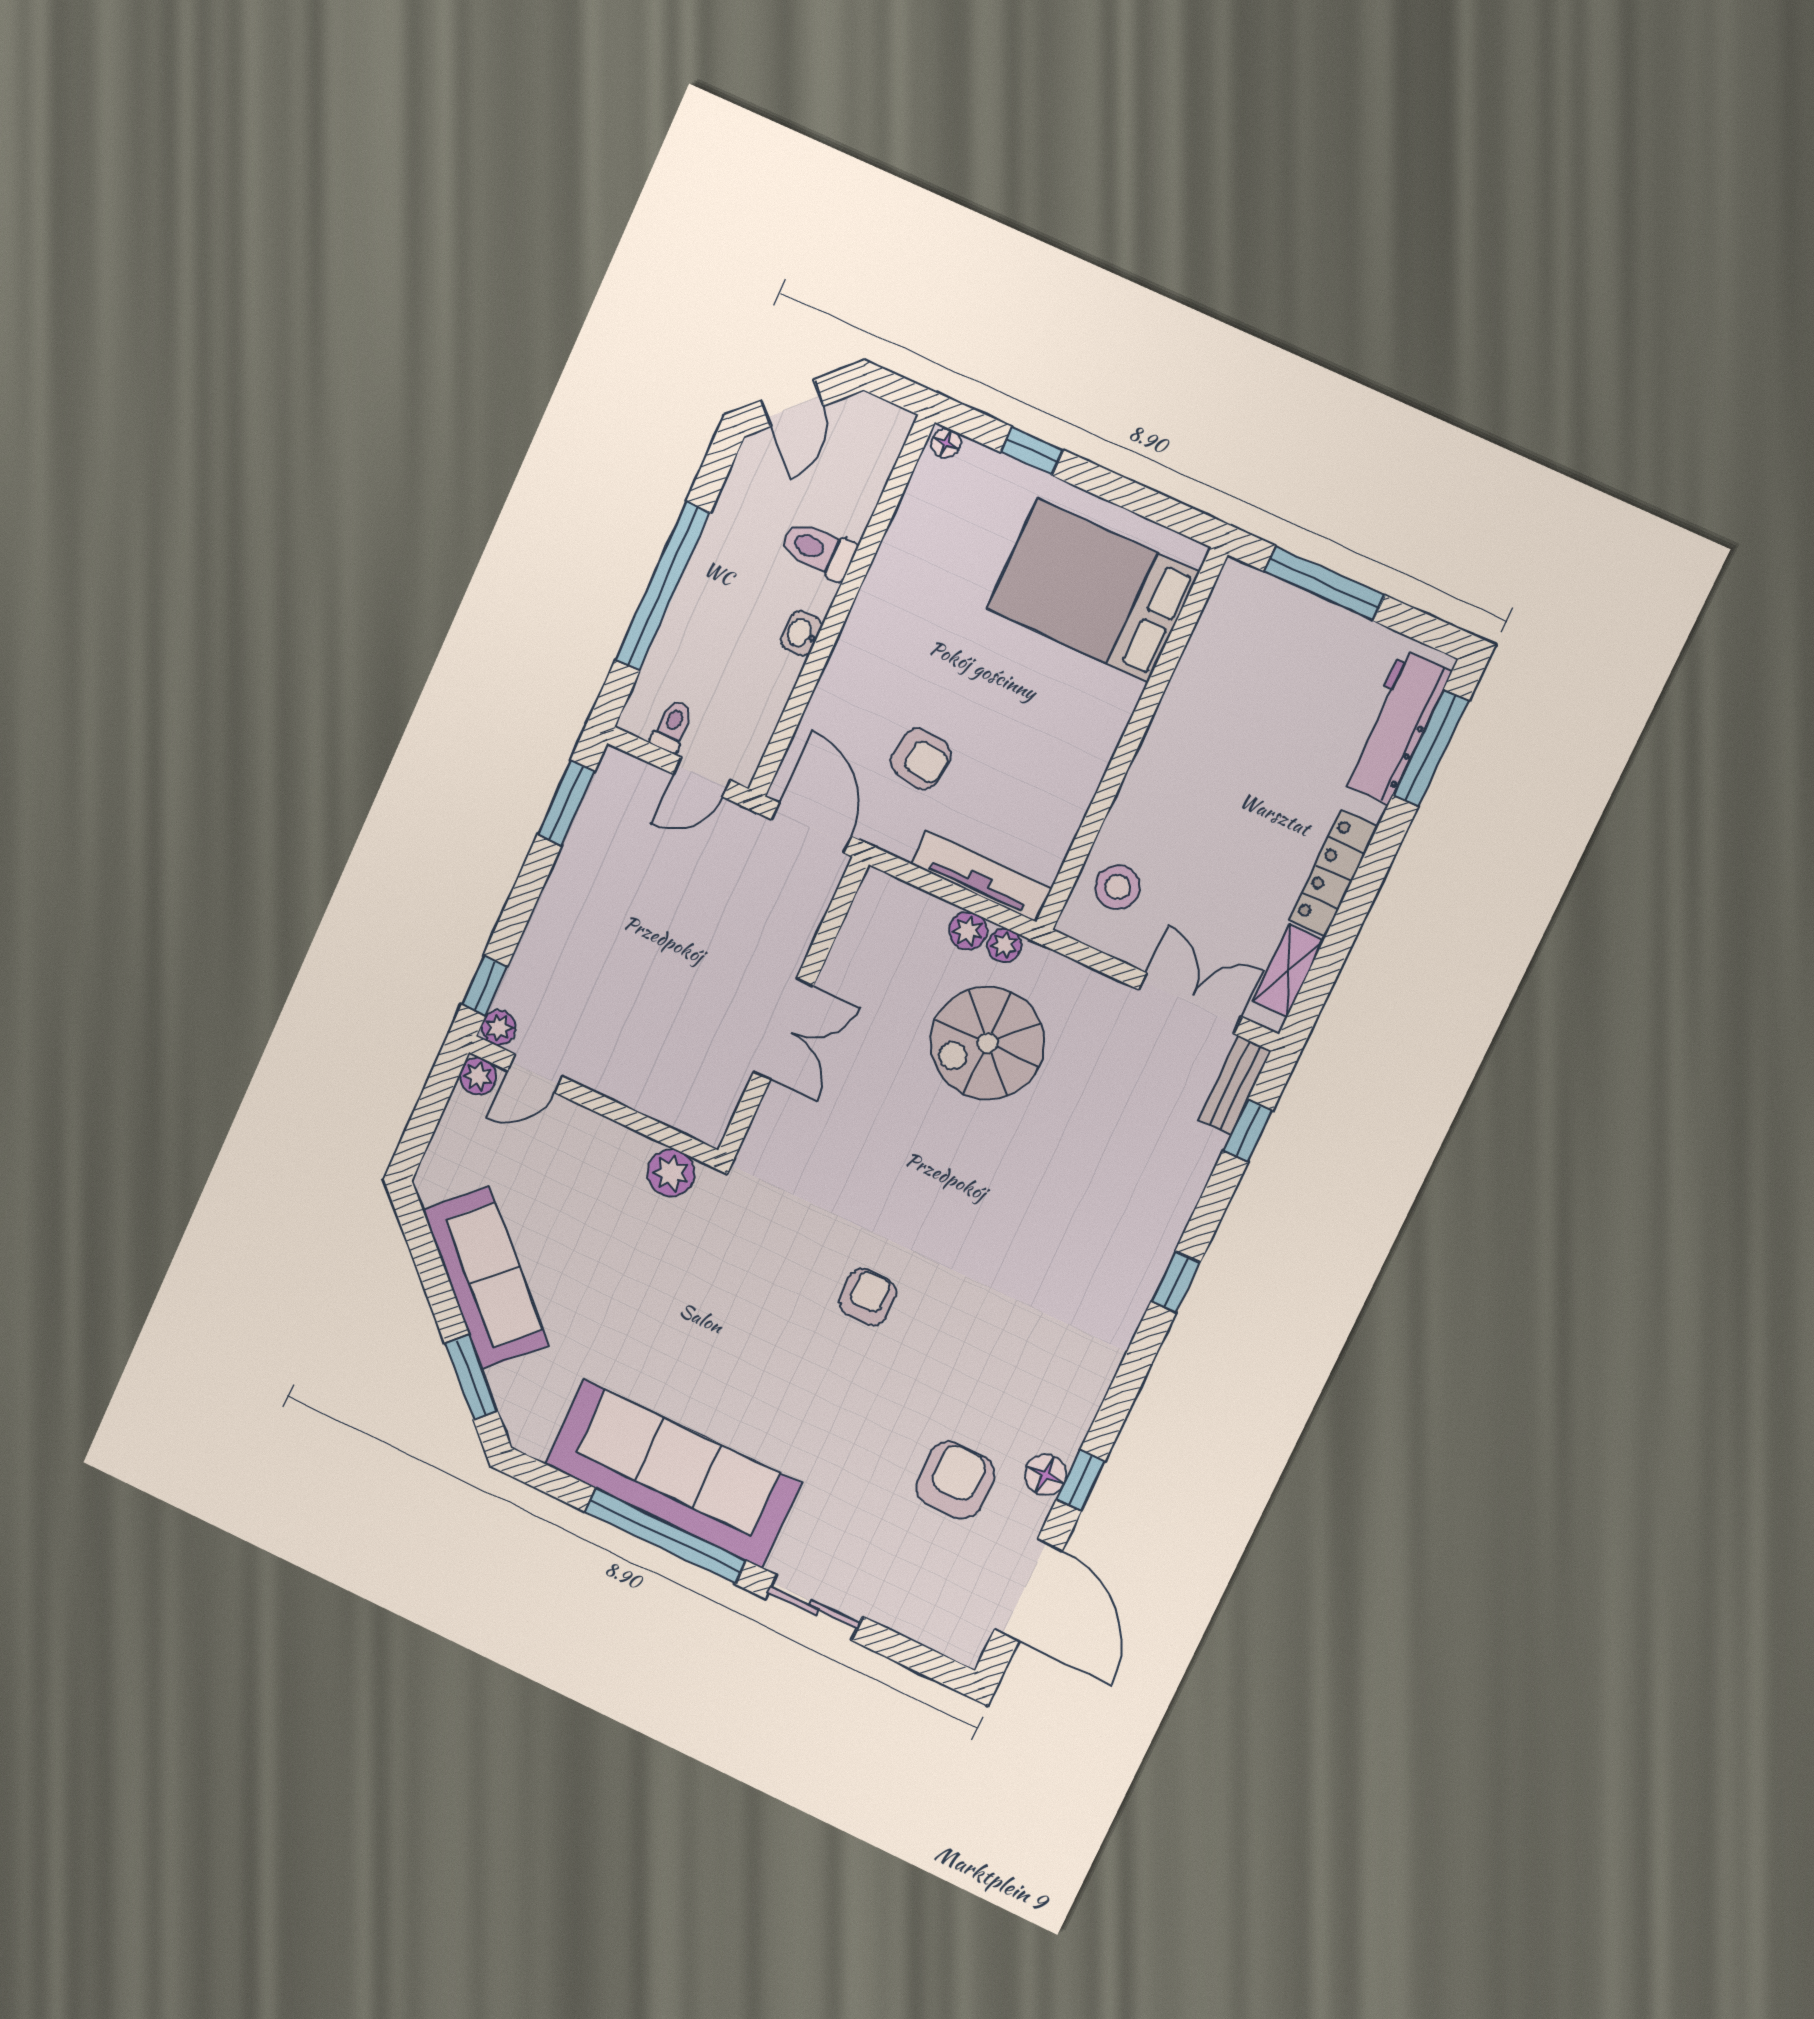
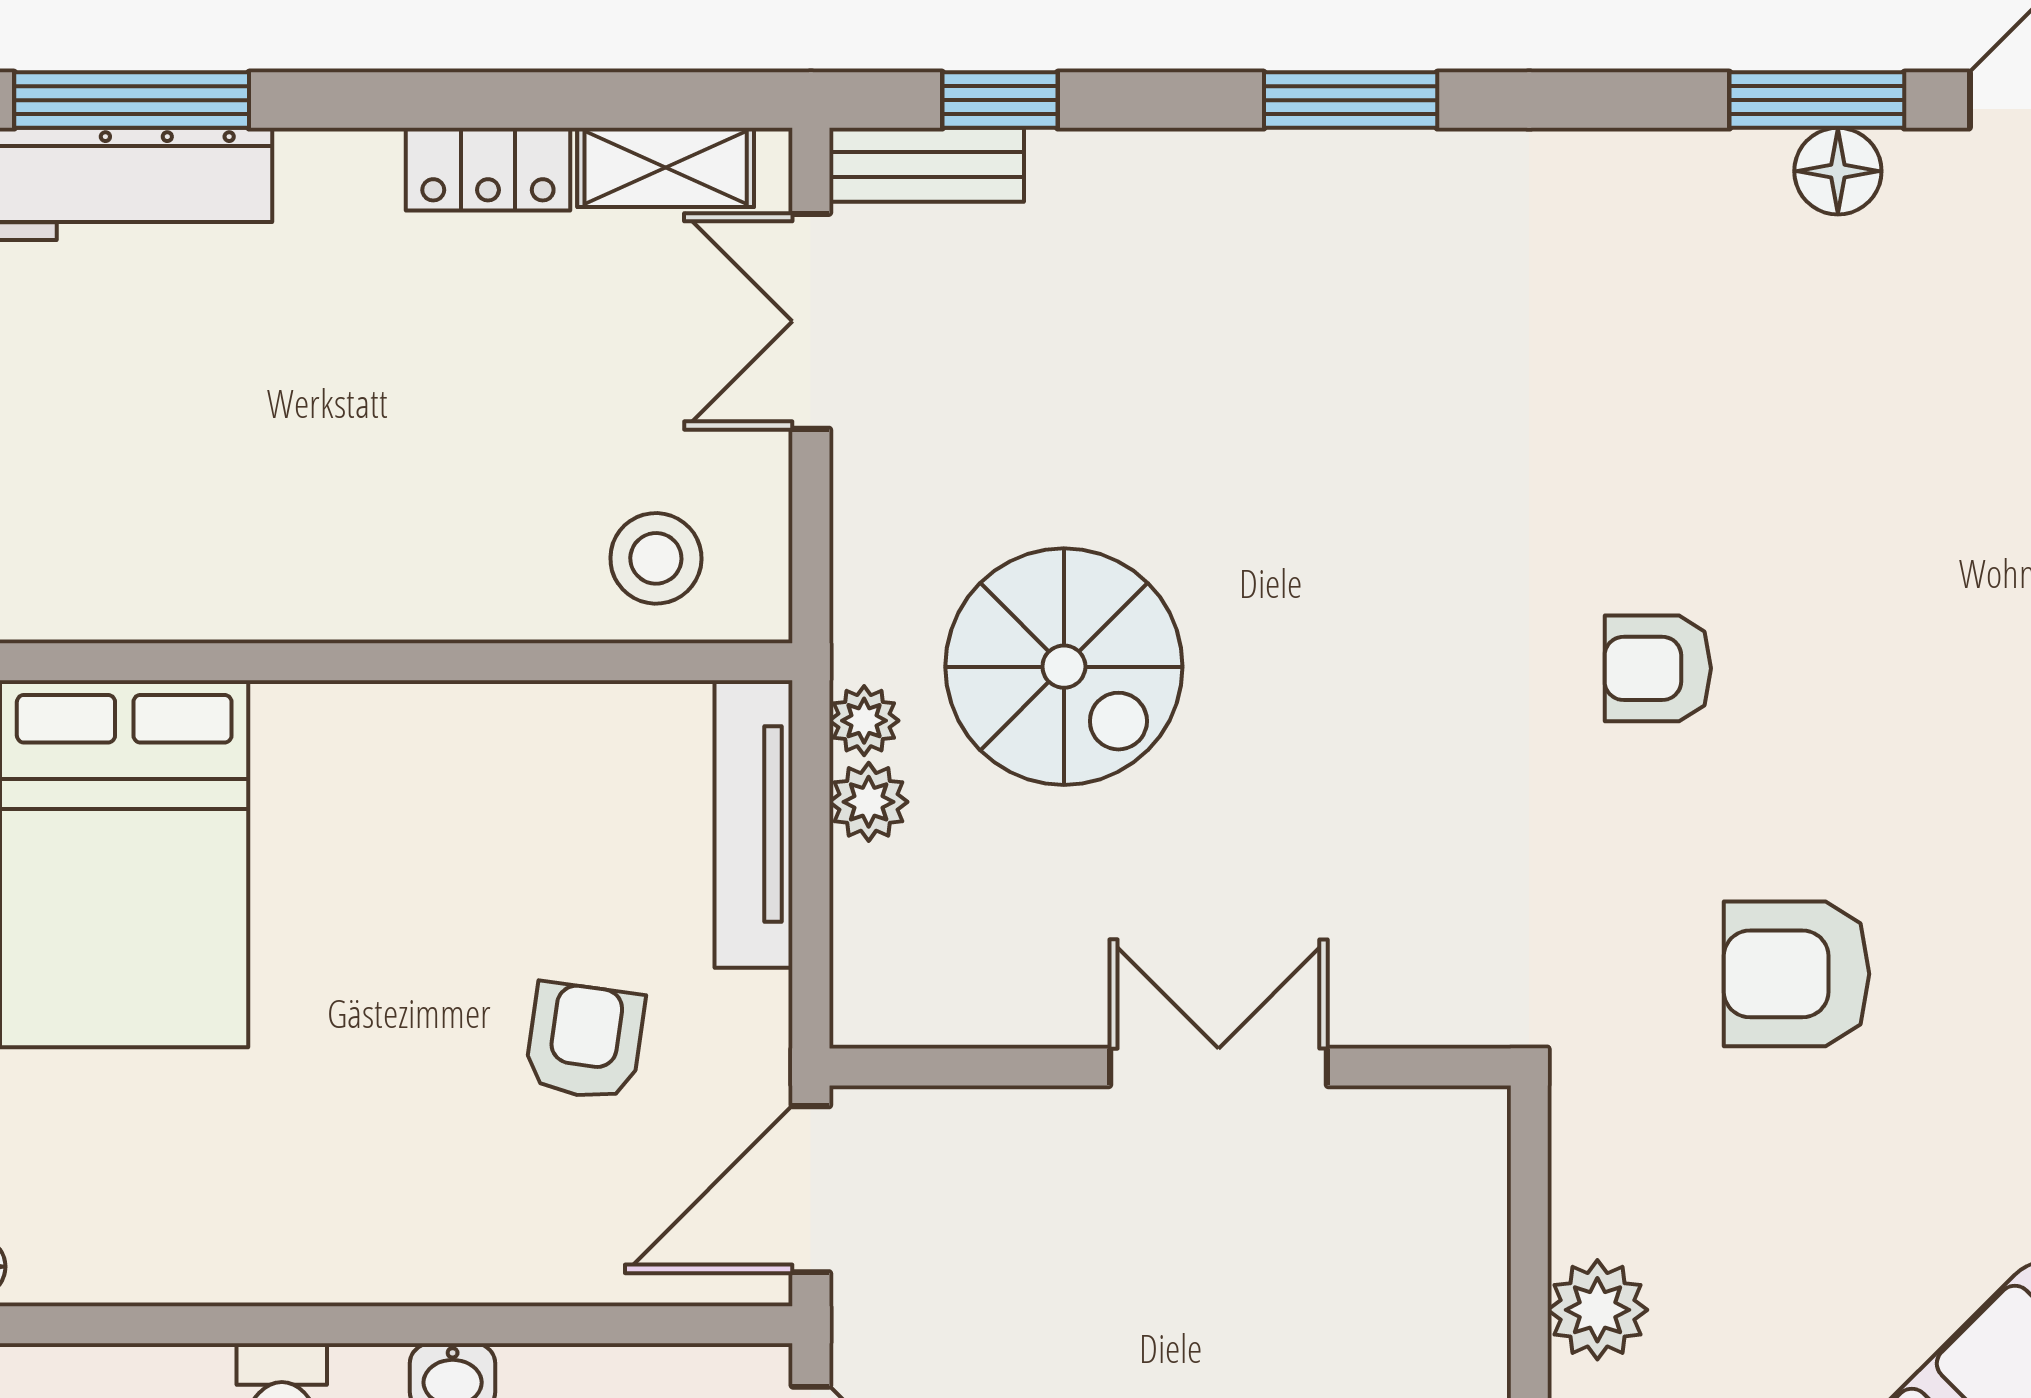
locker: (1334, 873) -> (488, 169), width x0.66
plant: (671, 1173) -> (1597, 1310), moved
window: (1176, 1282) -> (1351, 100), width x1.50
armchair: (955, 1480) -> (1797, 974), moved
window: (1081, 1480) -> (1817, 100), width x1.50

